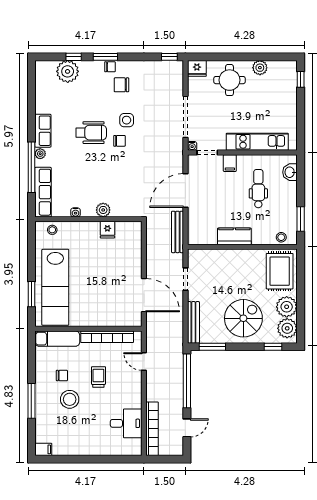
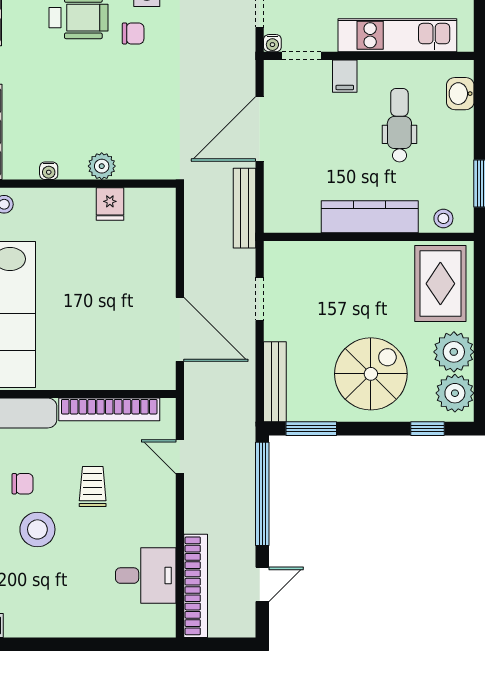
kitchen counter: (234, 236) -> (370, 217), width x1.50

